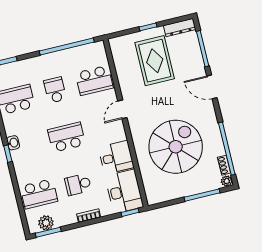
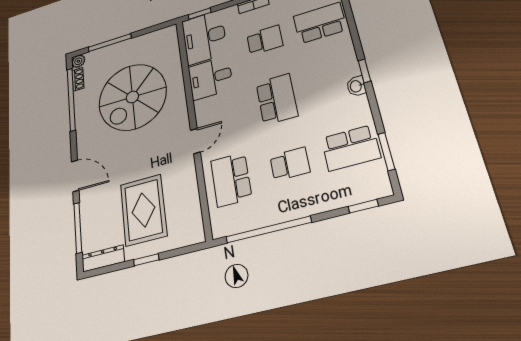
school desk: (94, 80) -> (231, 180), turned -90
school desk: (55, 90) -> (290, 164), turned -90
school desk: (67, 137) -> (277, 99), turned -90

